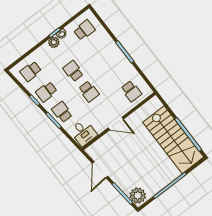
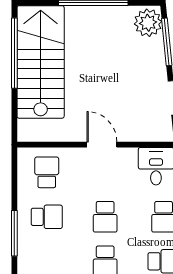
school desk: (116, 71) -> (47, 217), added
school desk: (89, 91) -> (105, 217), turned 180

